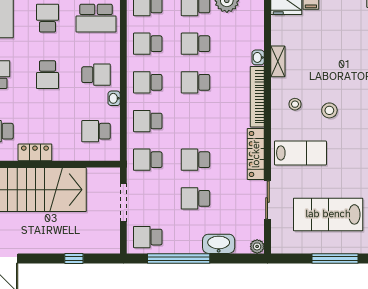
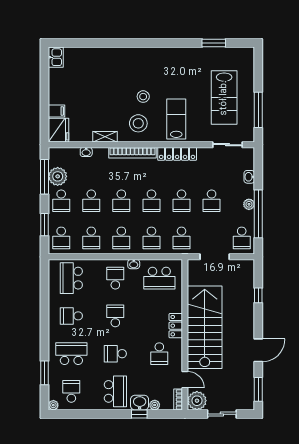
school desk: (96, 18) -> (71, 278), turned 180
washbasin: (258, 57) -> (86, 152), moved
school desk: (47, 75) -> (115, 316), turned -90
stool: (295, 104) -> (138, 123), width x1.89, depth x1.89
school desk: (195, 121) -> (151, 201), added
school desk: (96, 131) -> (159, 278), width x1.85
sliding door: (267, 200) -> (228, 145), moved
washbasin: (219, 244) -> (249, 177), width x0.52, depth x0.69
plant: (257, 246) -> (249, 204), moved
window: (335, 258) -> (258, 110), moved

